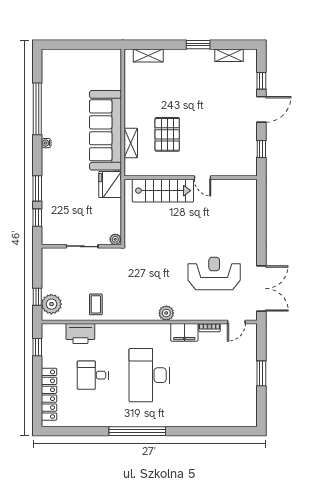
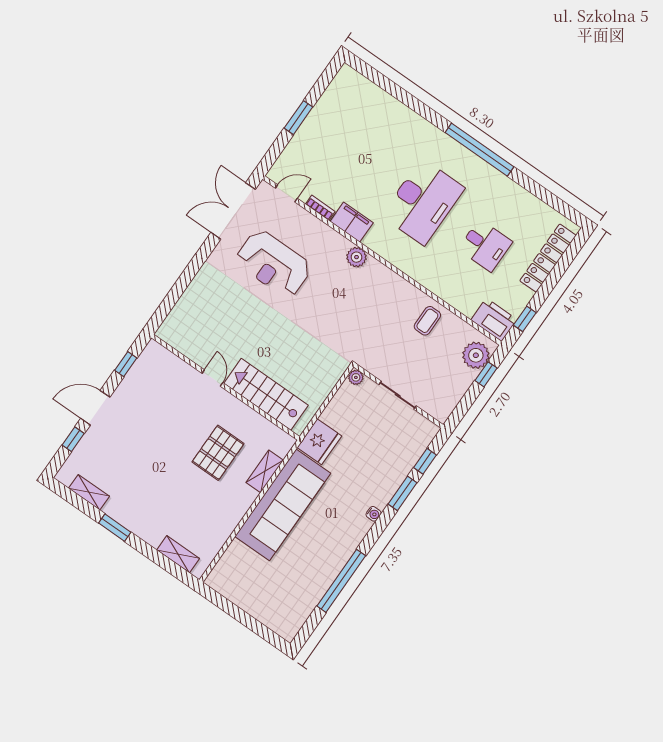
water cooler: (46, 143) -> (374, 514), moved
printer: (80, 334) -> (494, 320), moved

